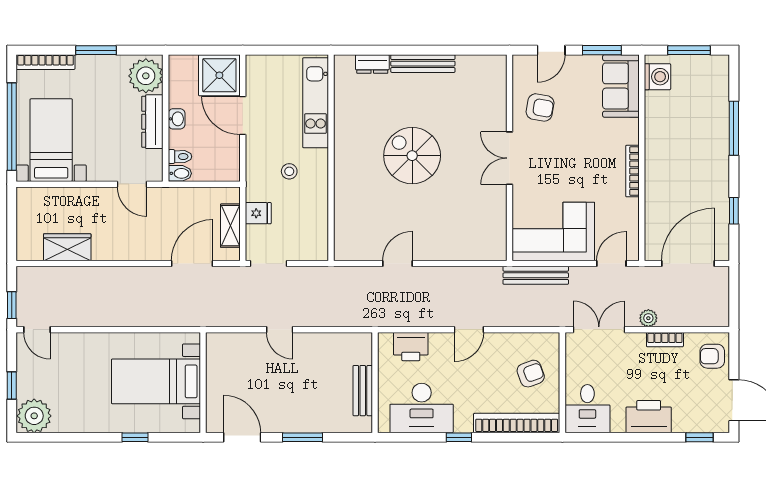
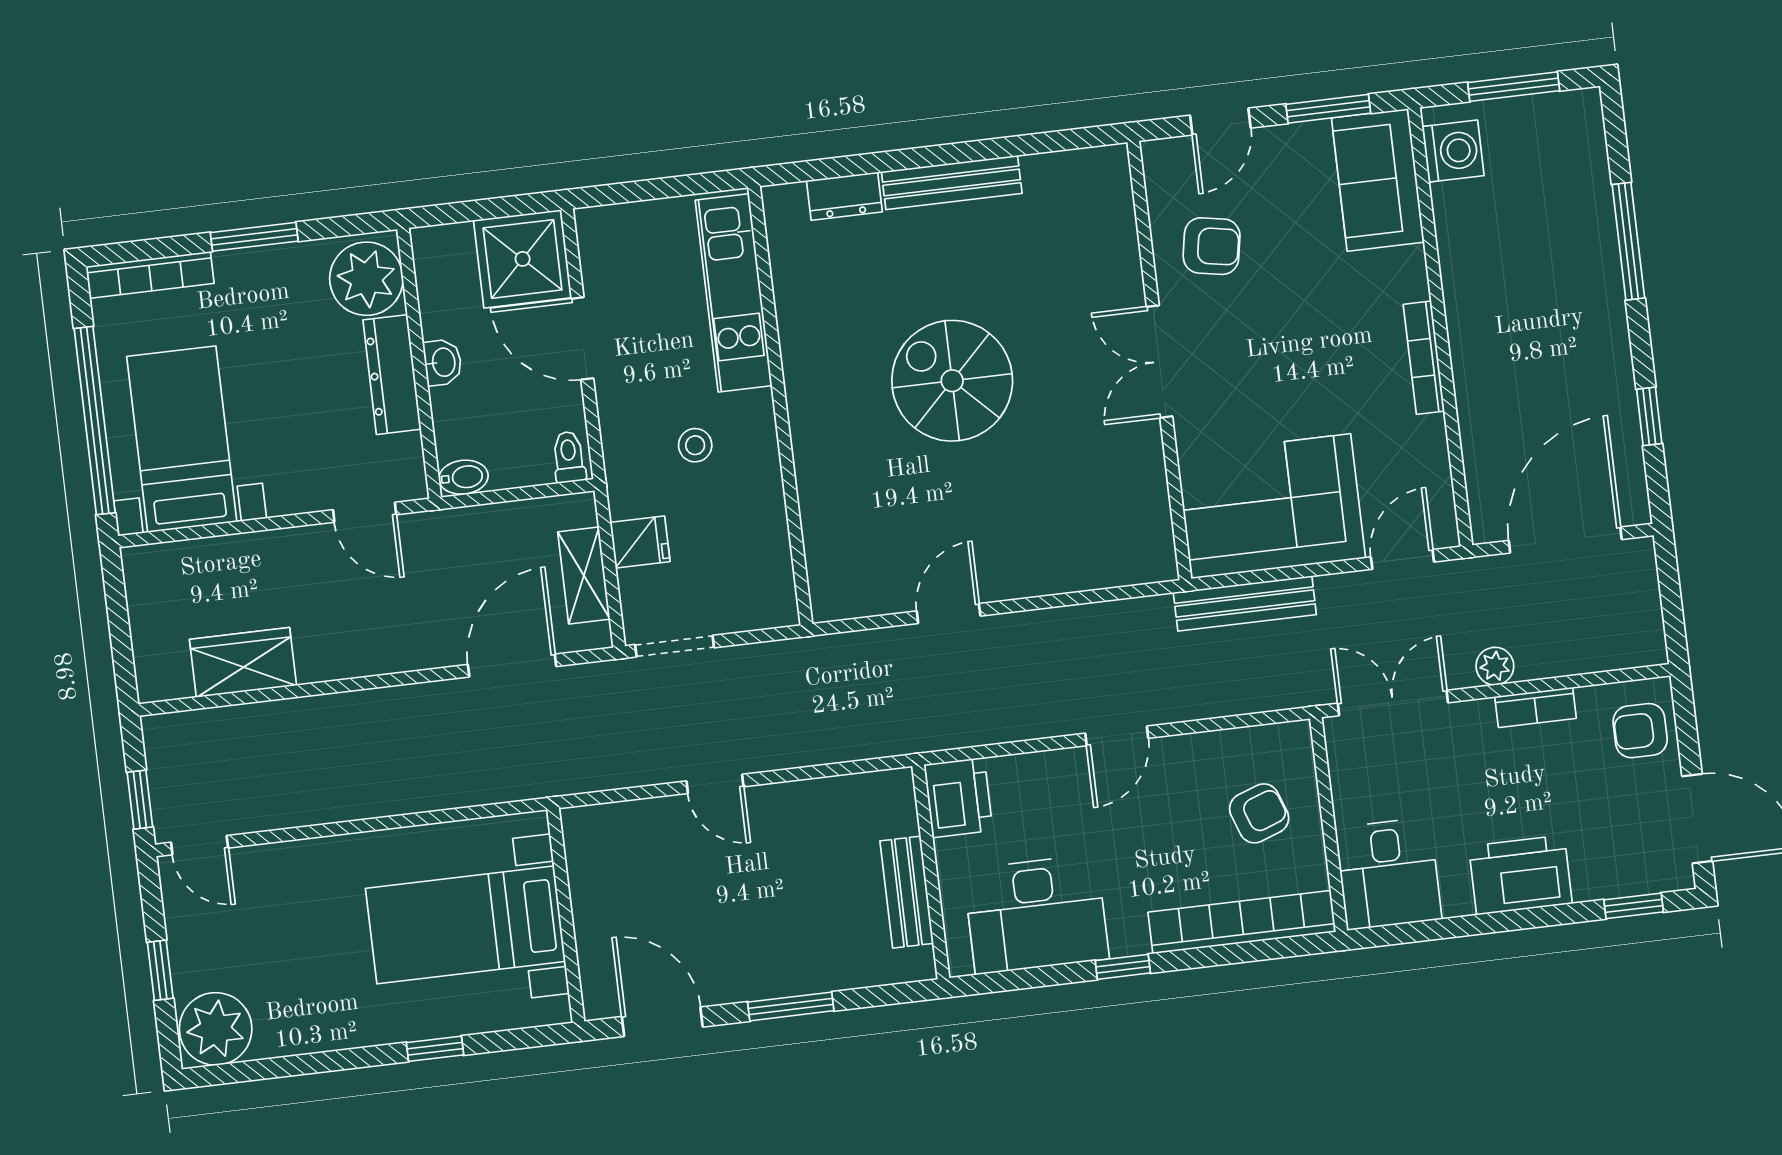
toilet: (180, 157) -> (569, 457), moved, turned -90
printer: (411, 347) -> (958, 798), moved, turned -90

